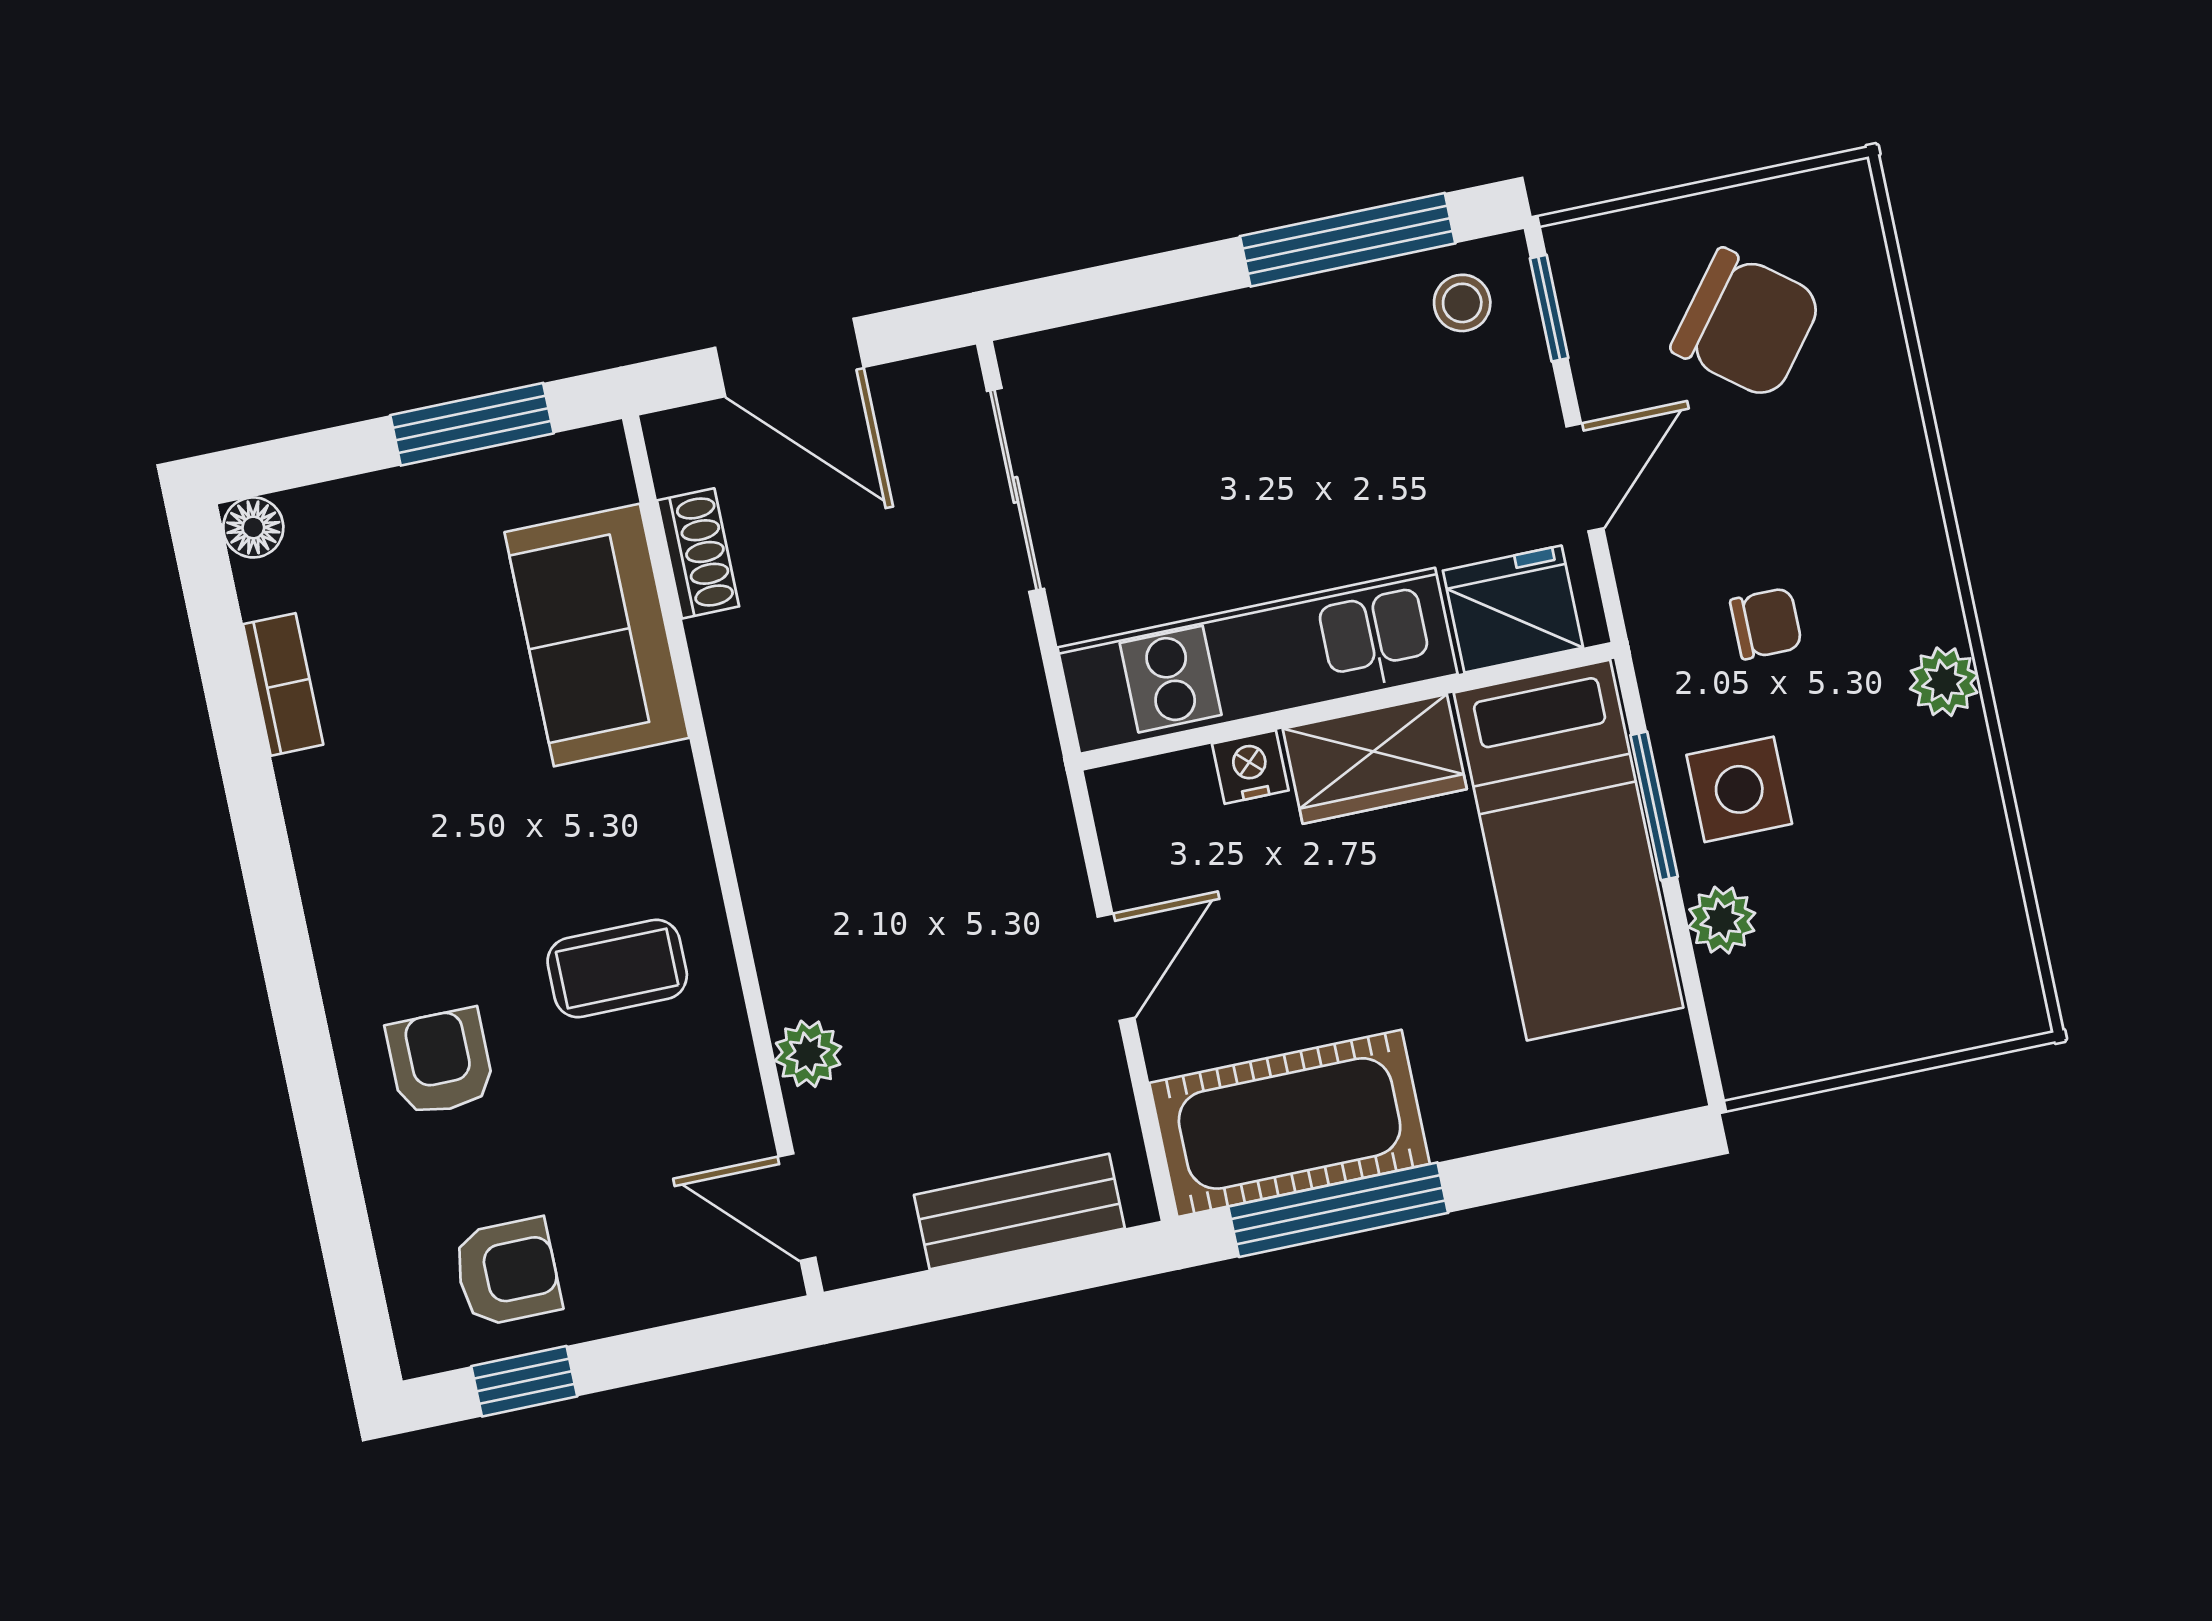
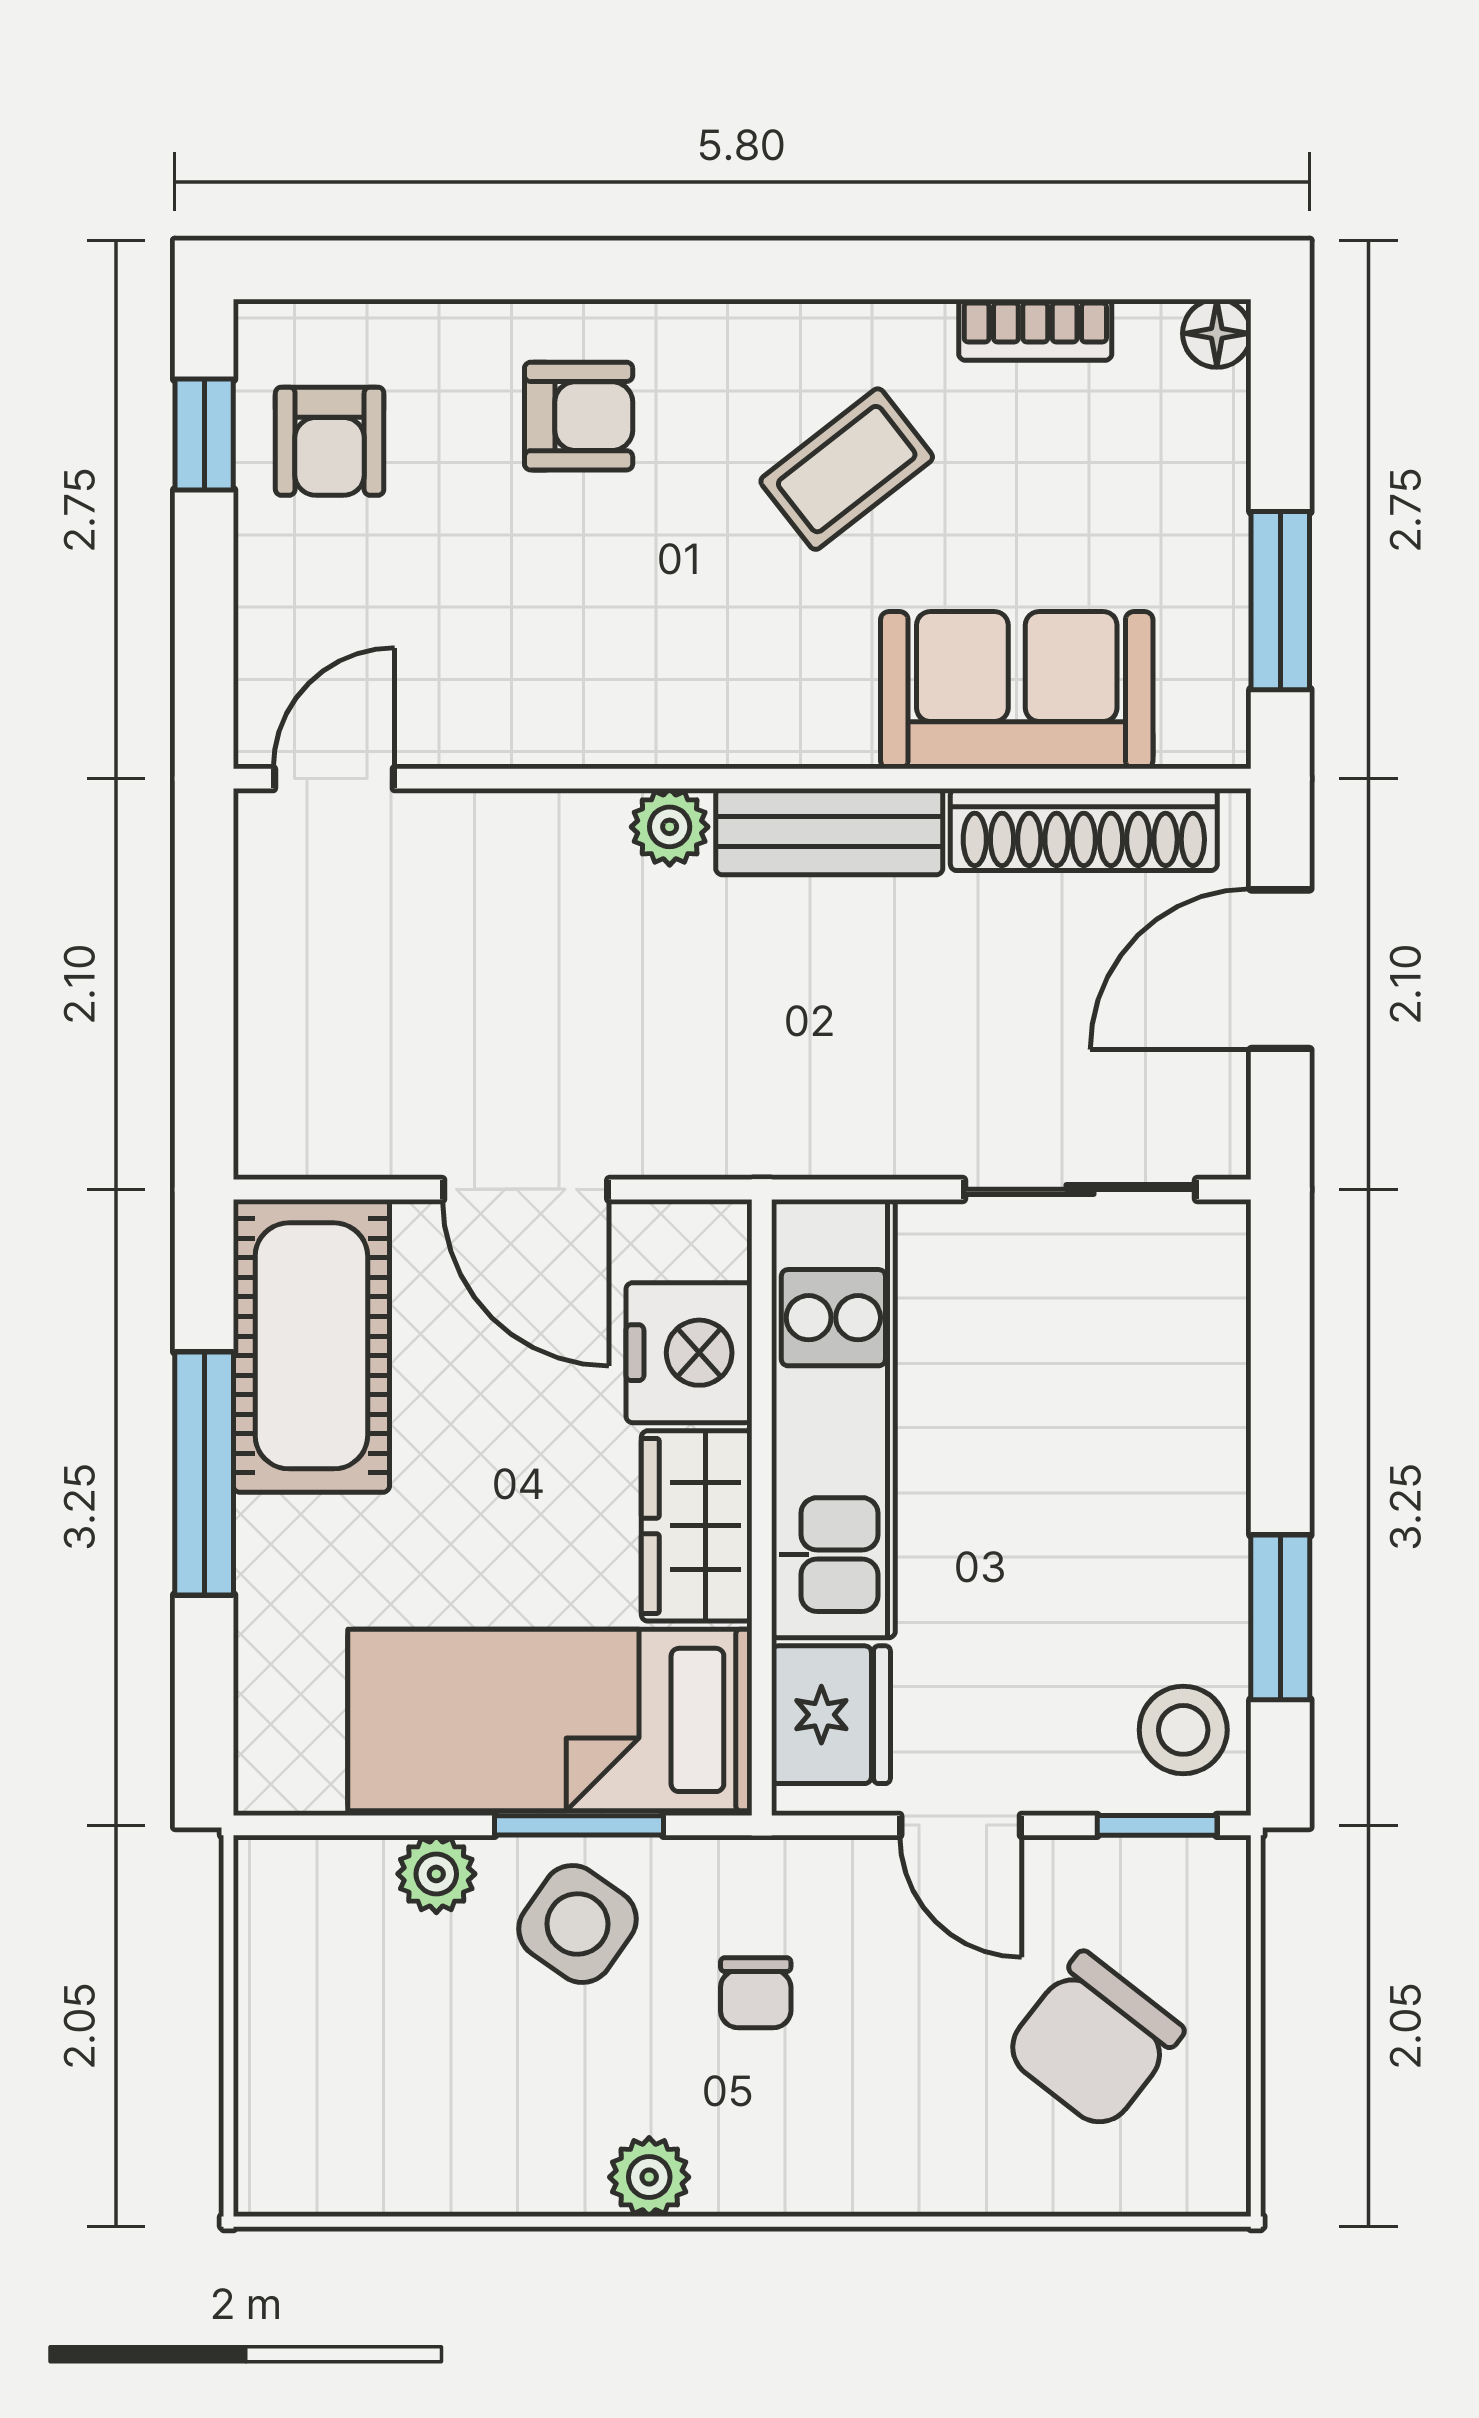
window: (1348, 240) -> (1280, 1617), width x0.69
stool: (1462, 303) -> (1183, 1730), width x1.37, depth x1.37
shoe rack: (698, 553) -> (1084, 830), width x1.94, depth x1.24
nightstand: (1250, 767) -> (689, 1353), width x1.89, depth x1.79
side table: (1739, 789) -> (577, 1924), turned 35
door: (1116, 967) -> (526, 1189), width x1.38
coffee table: (617, 969) -> (847, 469), moved, turned 52
plant: (808, 1054) -> (670, 827), moved
window: (1338, 1210) -> (204, 1473), moved
bench: (1019, 1212) -> (829, 832), moved, turned 90

